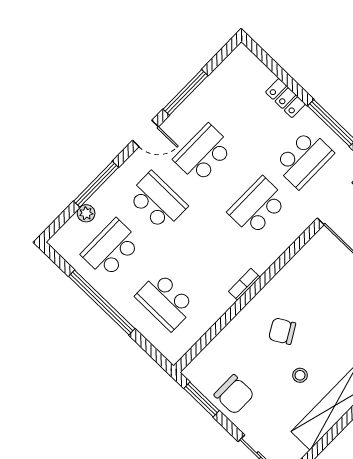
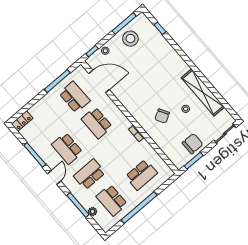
locker: (285, 98) -> (22, 121), moved

